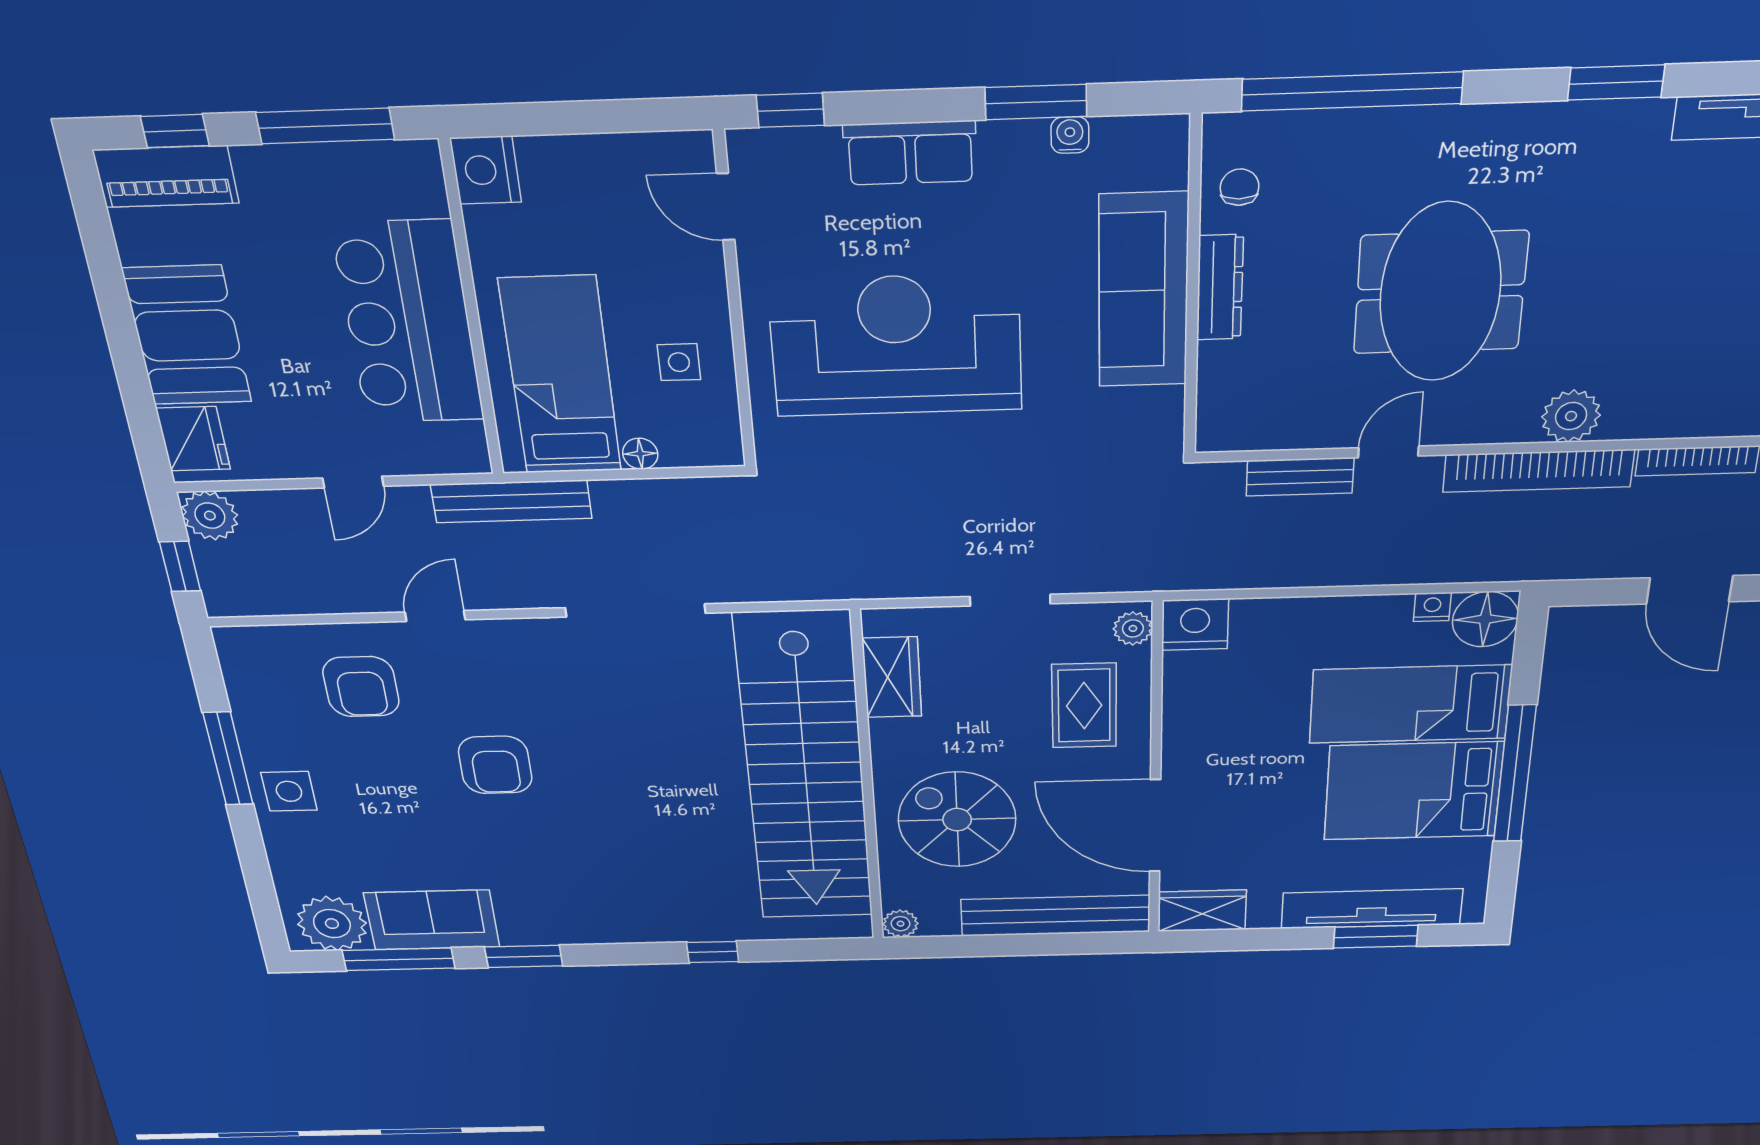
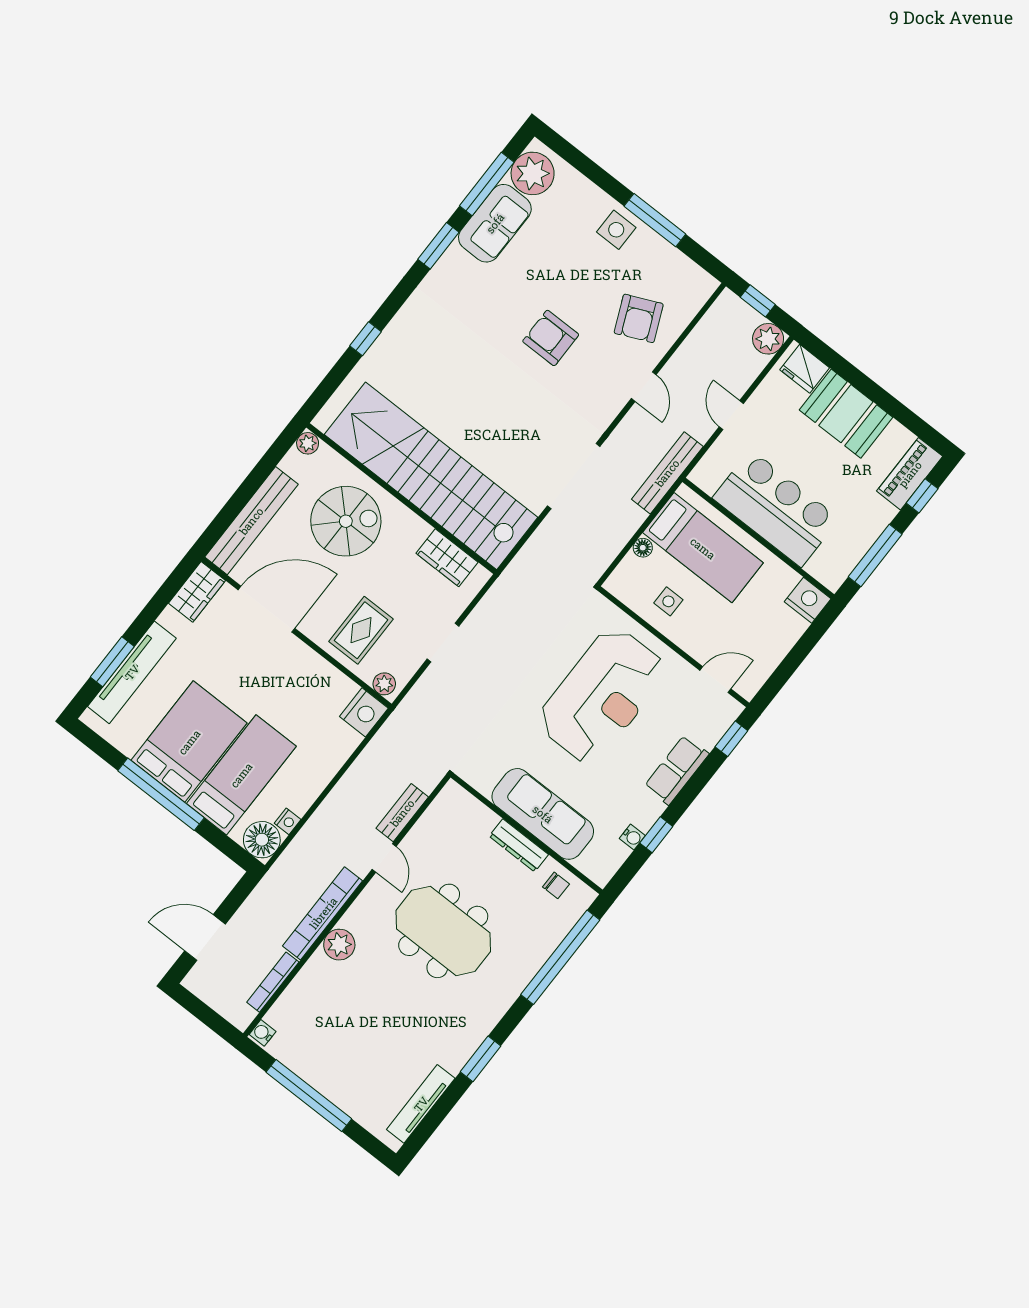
window: (1036, 102) -> (656, 835), width x0.67
armchair: (361, 687) -> (639, 318), turned -114
rug: (1084, 706) -> (361, 630), turned 90

